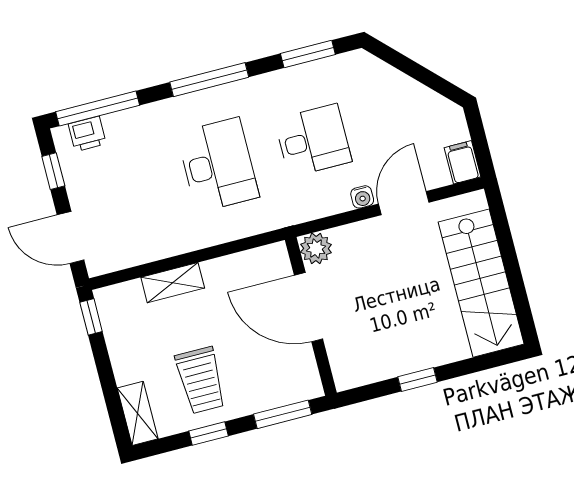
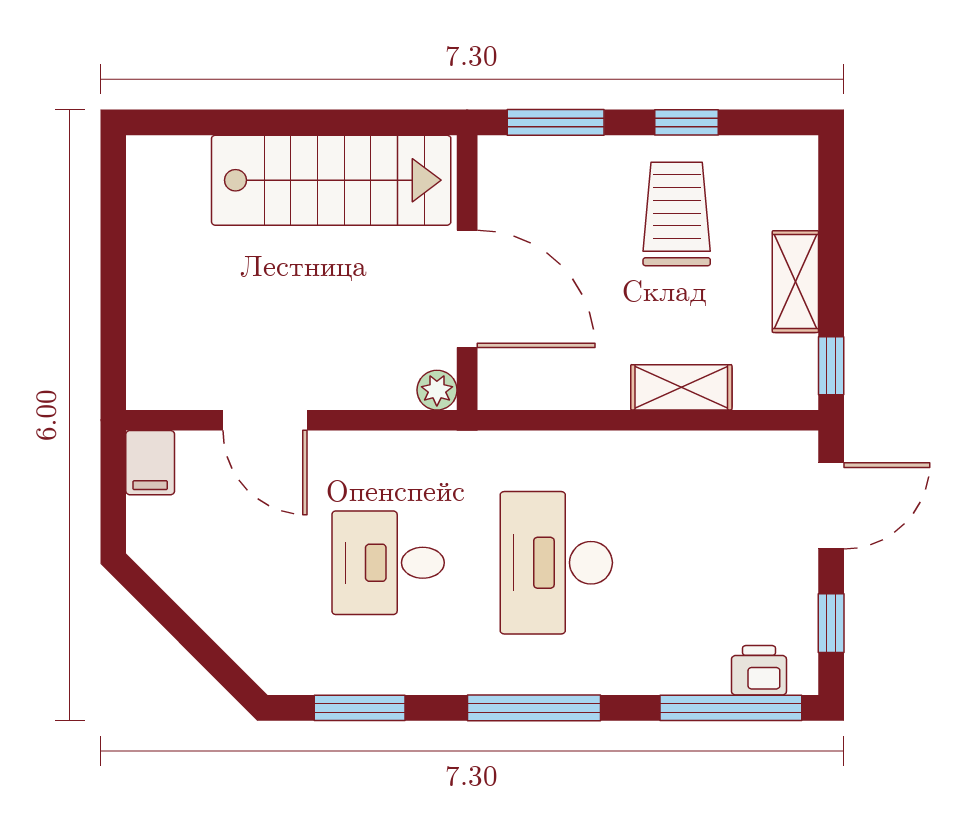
water cooler: (362, 197) -> (331, 448), removed
door: (404, 203) -> (265, 420), hinge flipped
door: (70, 237) -> (831, 506), hinge flipped
plant: (316, 248) -> (437, 390), width x0.73, depth x0.73
stairs: (481, 283) -> (331, 180), moved, turned 90
window: (418, 379) -> (318, 122), removed
shelving: (138, 413) -> (795, 282), moved

